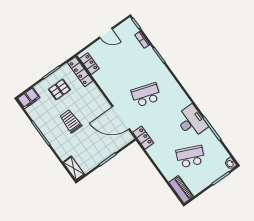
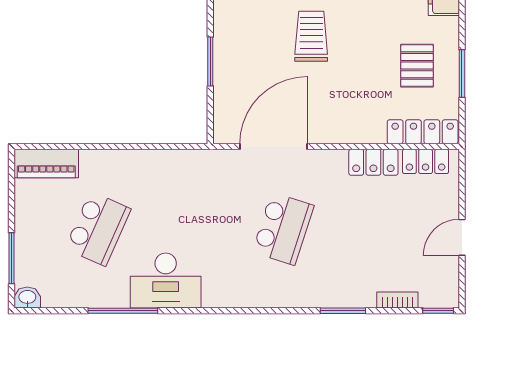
trolley: (71, 121) -> (311, 36), moved, turned -90
locker: (143, 138) -> (373, 162), moved

